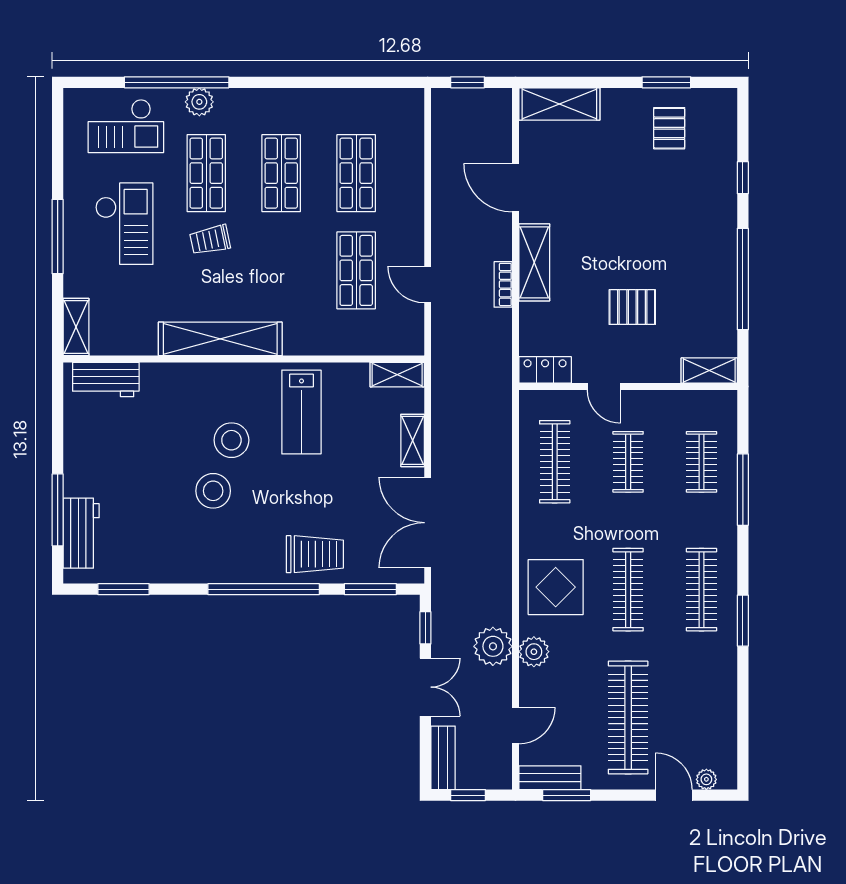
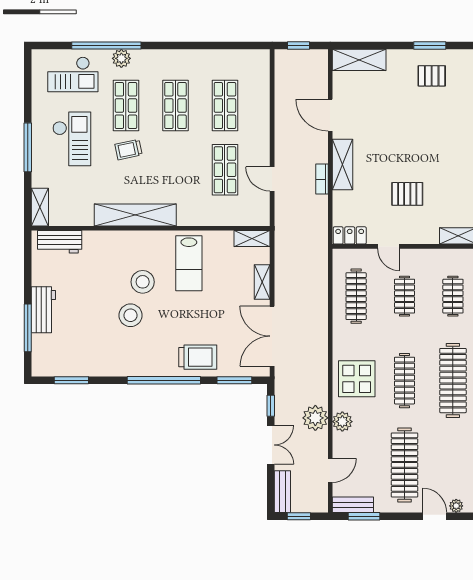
pallet: (669, 128) -> (432, 76), turned 90
workbench: (81, 533) -> (43, 310), moved
clothes rail: (701, 590) -> (453, 381), width x1.37, depth x1.31

